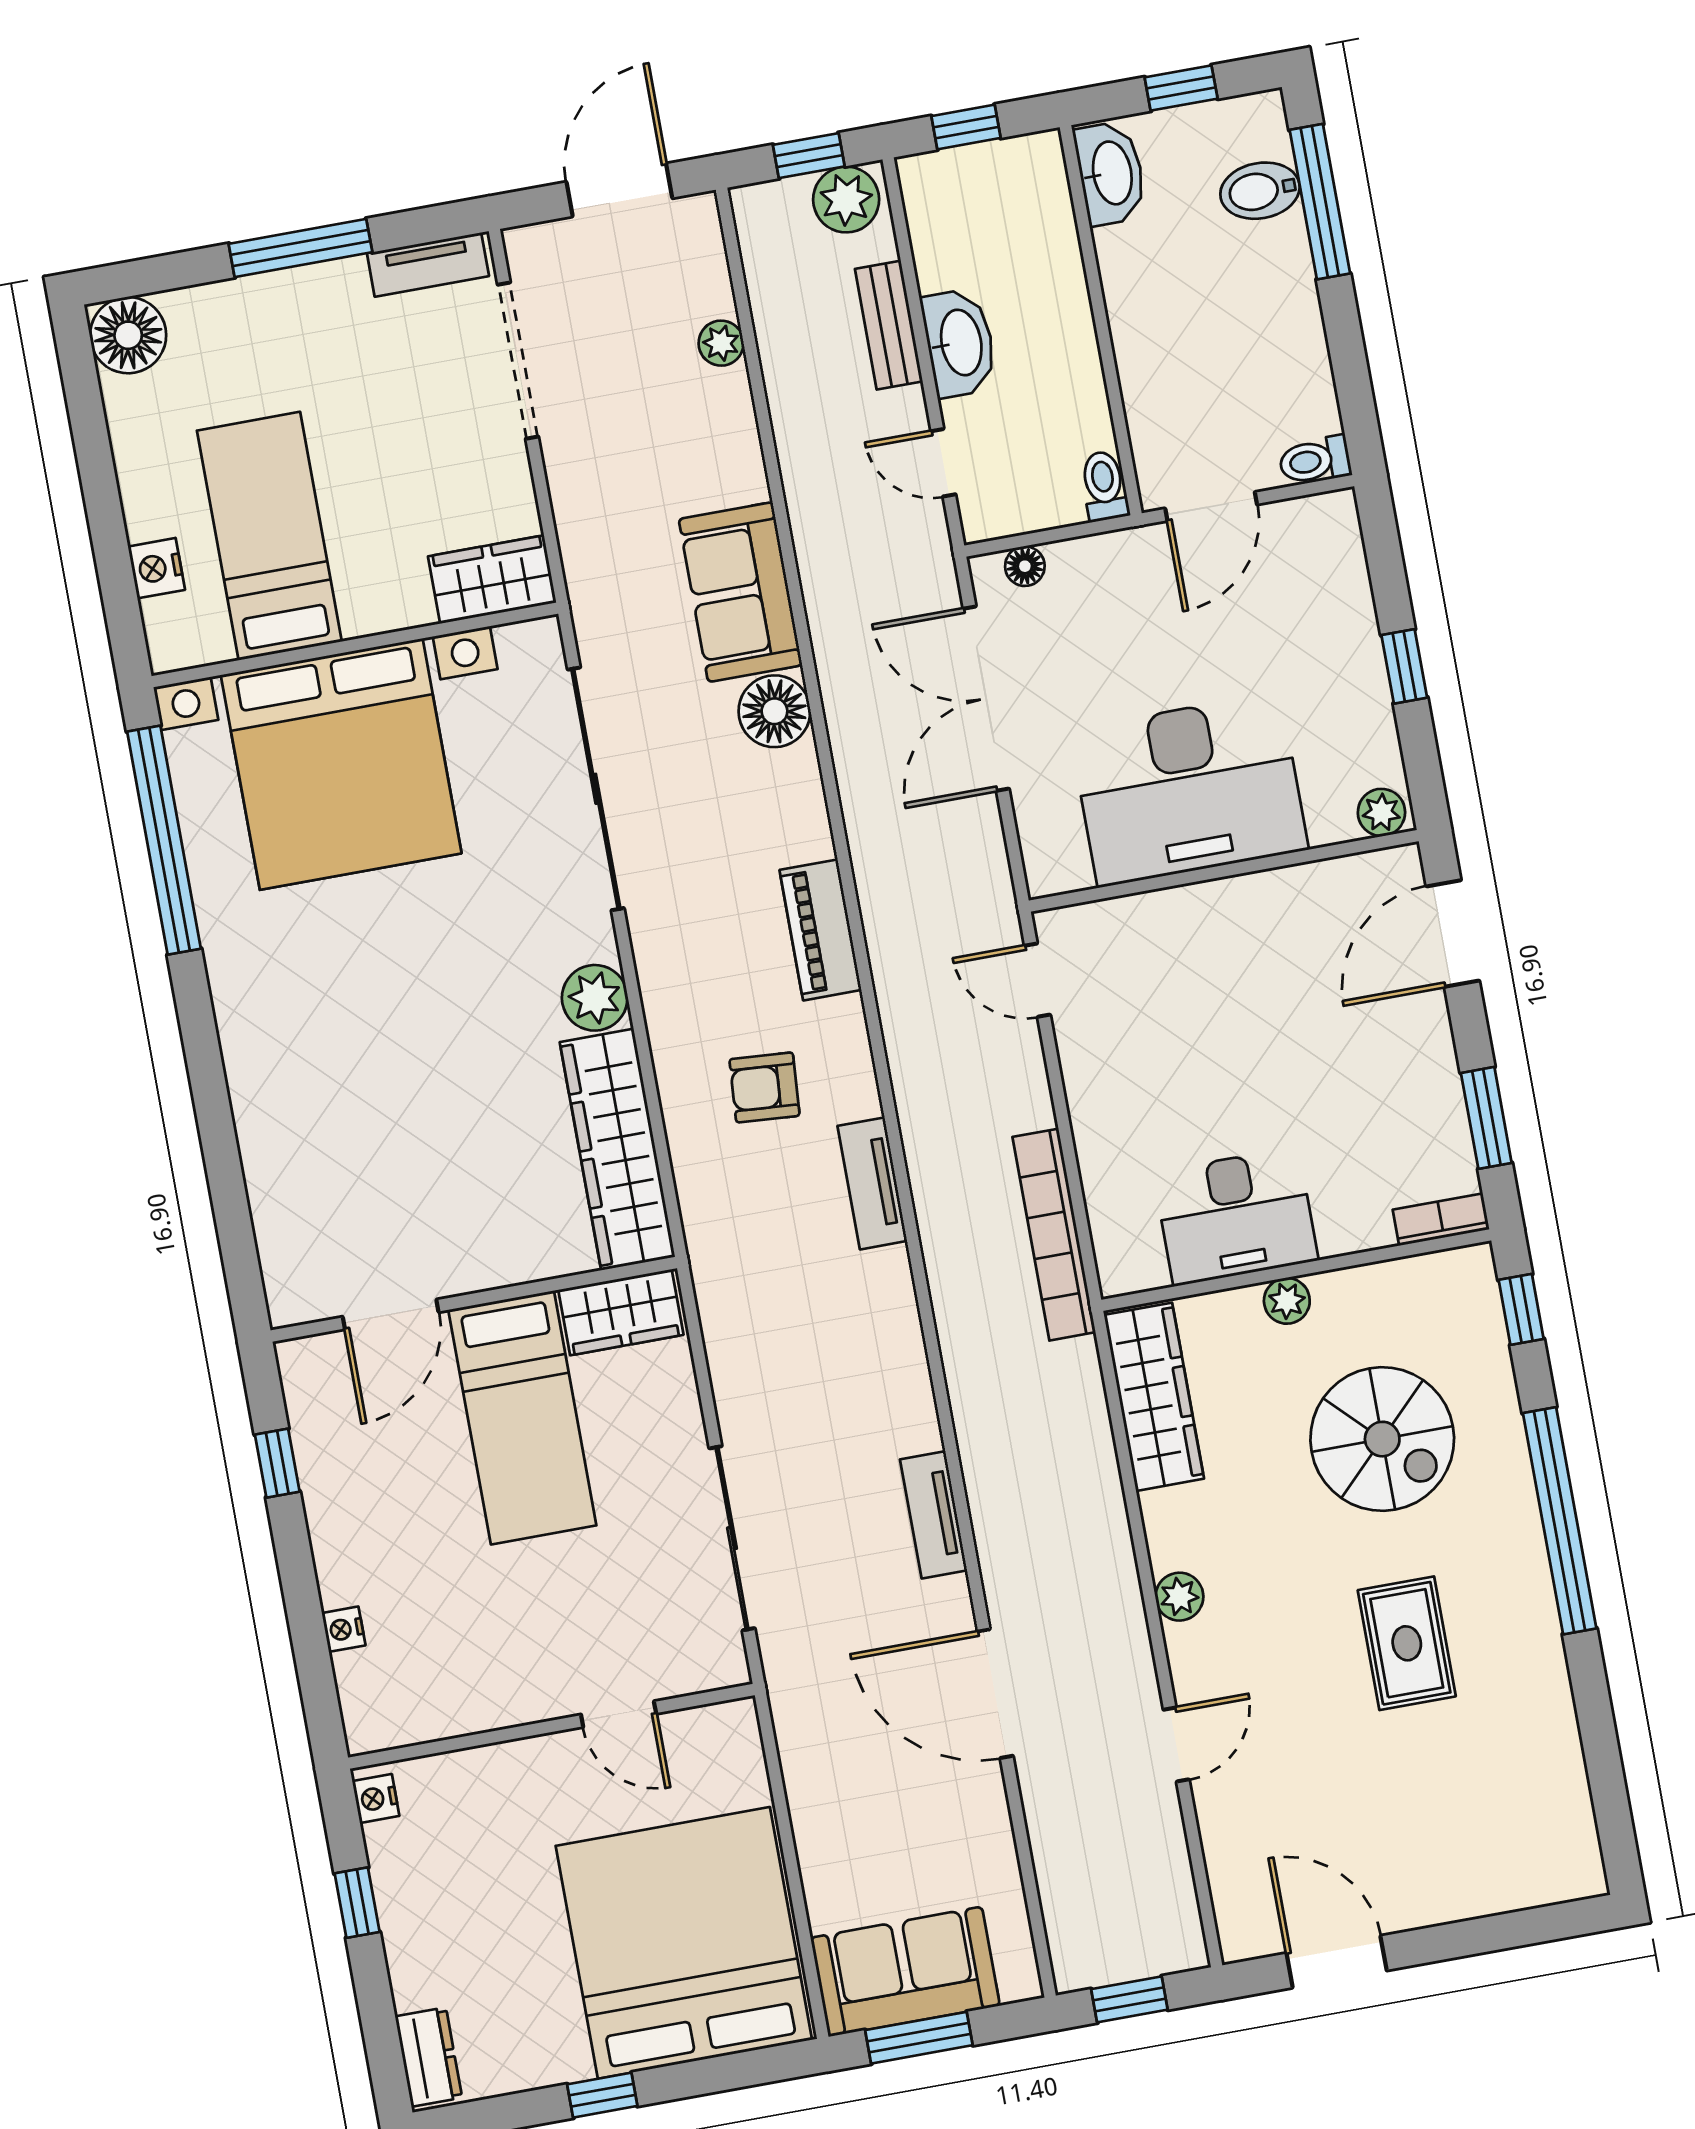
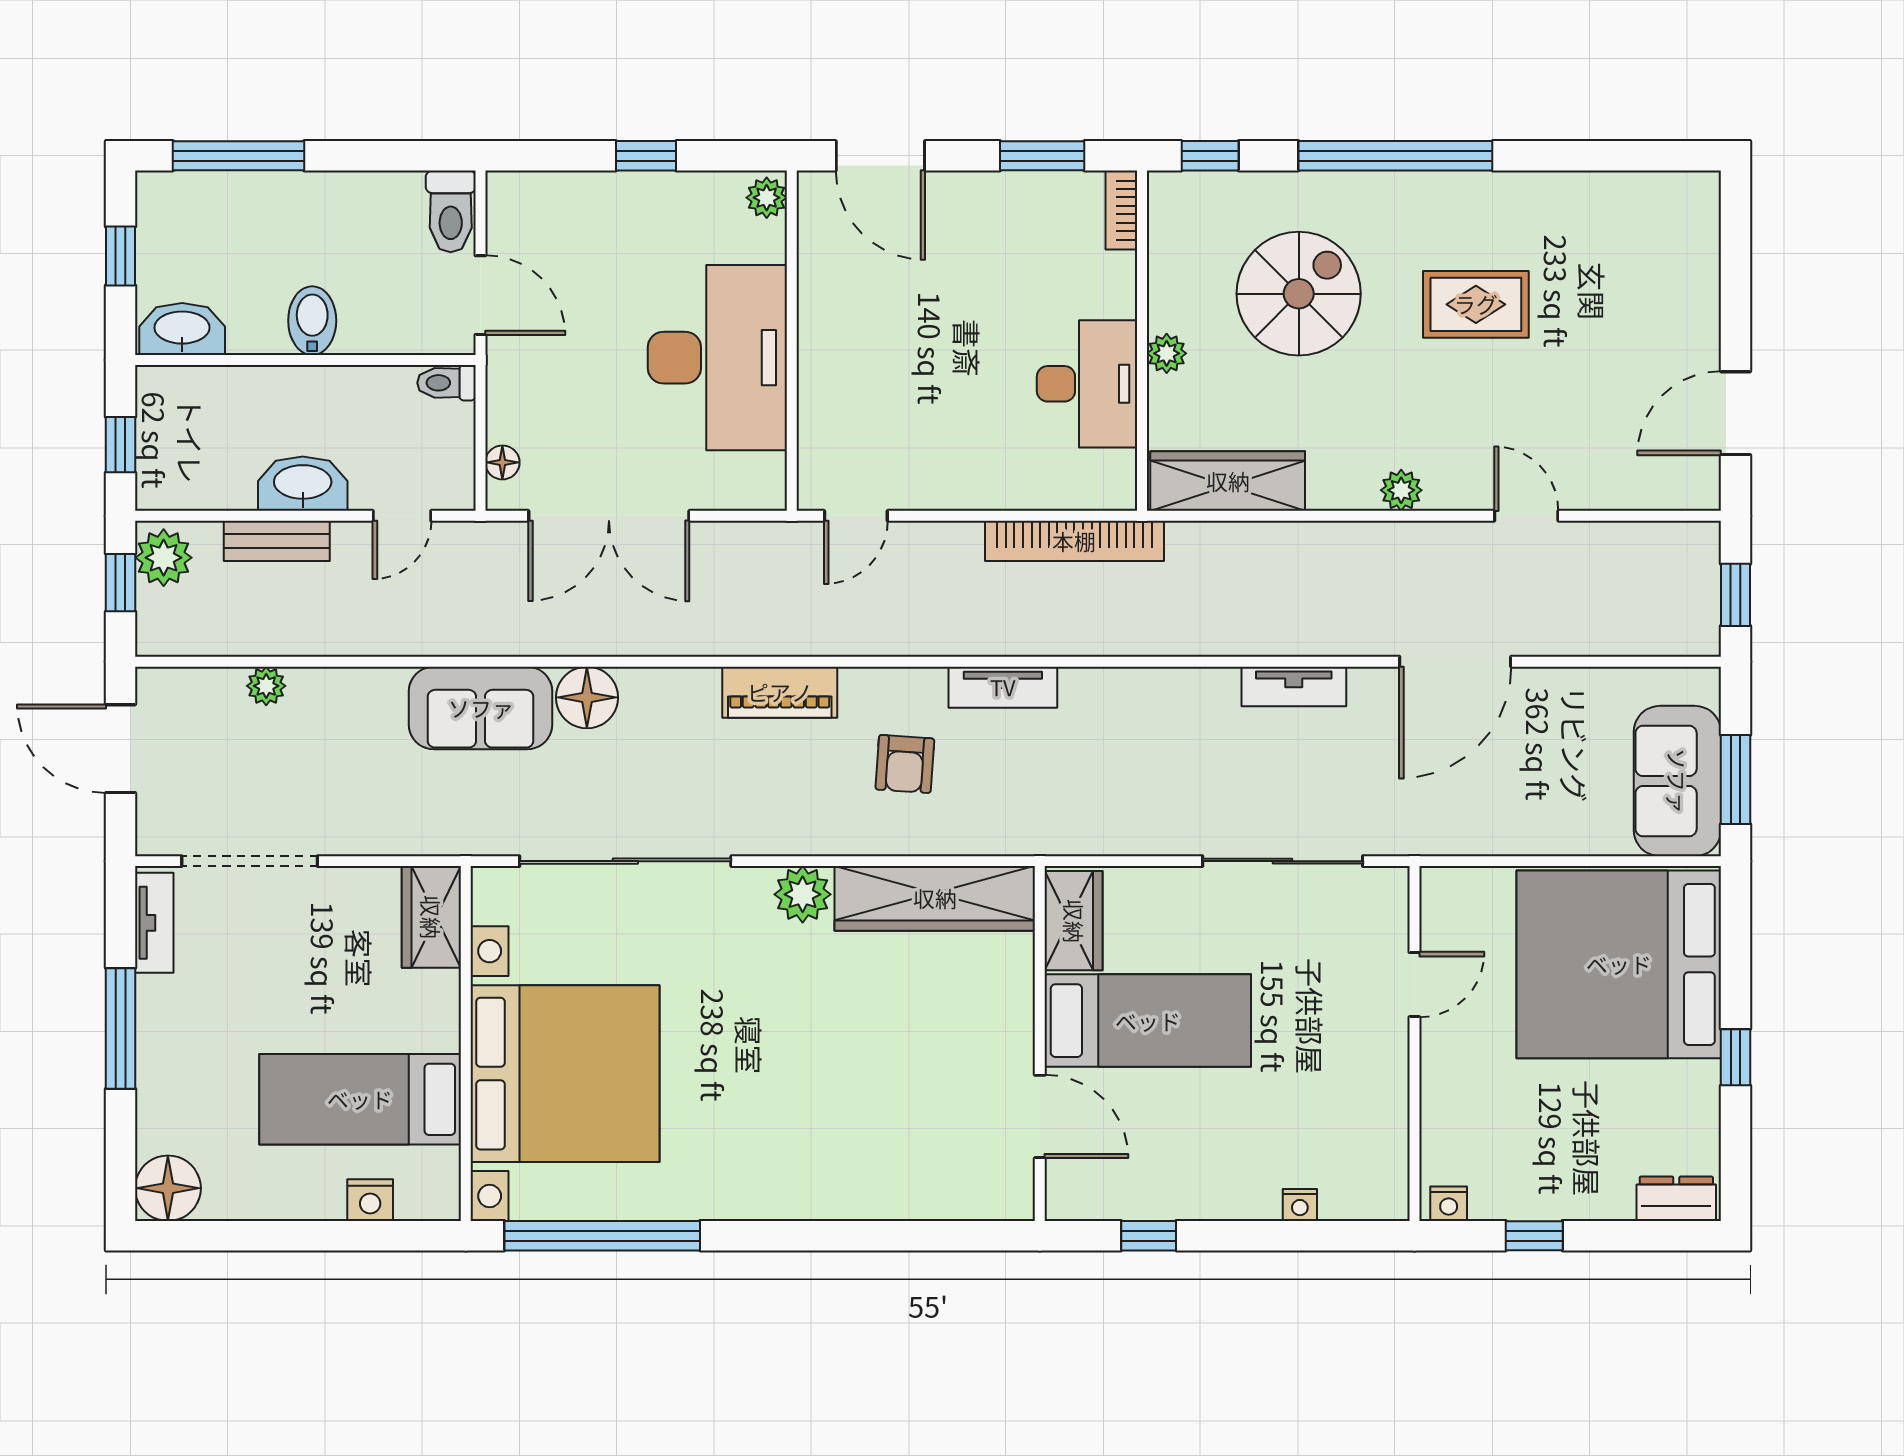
bidet: (1260, 191) -> (312, 321), moved, turned 180
toilet: (1315, 460) -> (451, 211), width x1.37, depth x1.39

